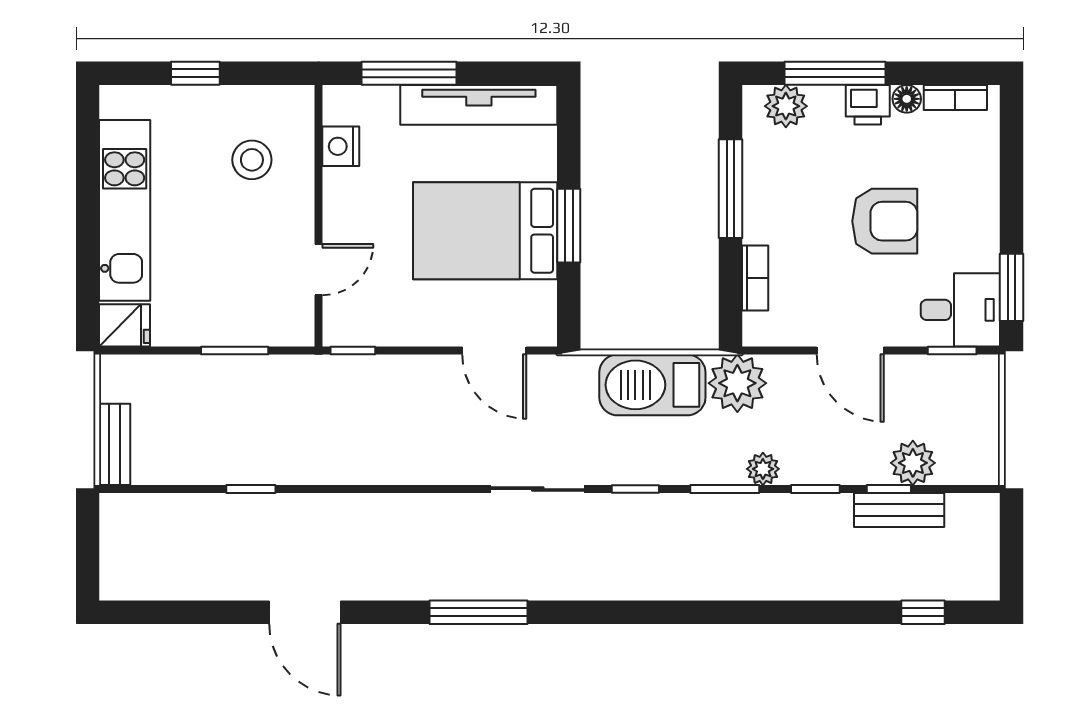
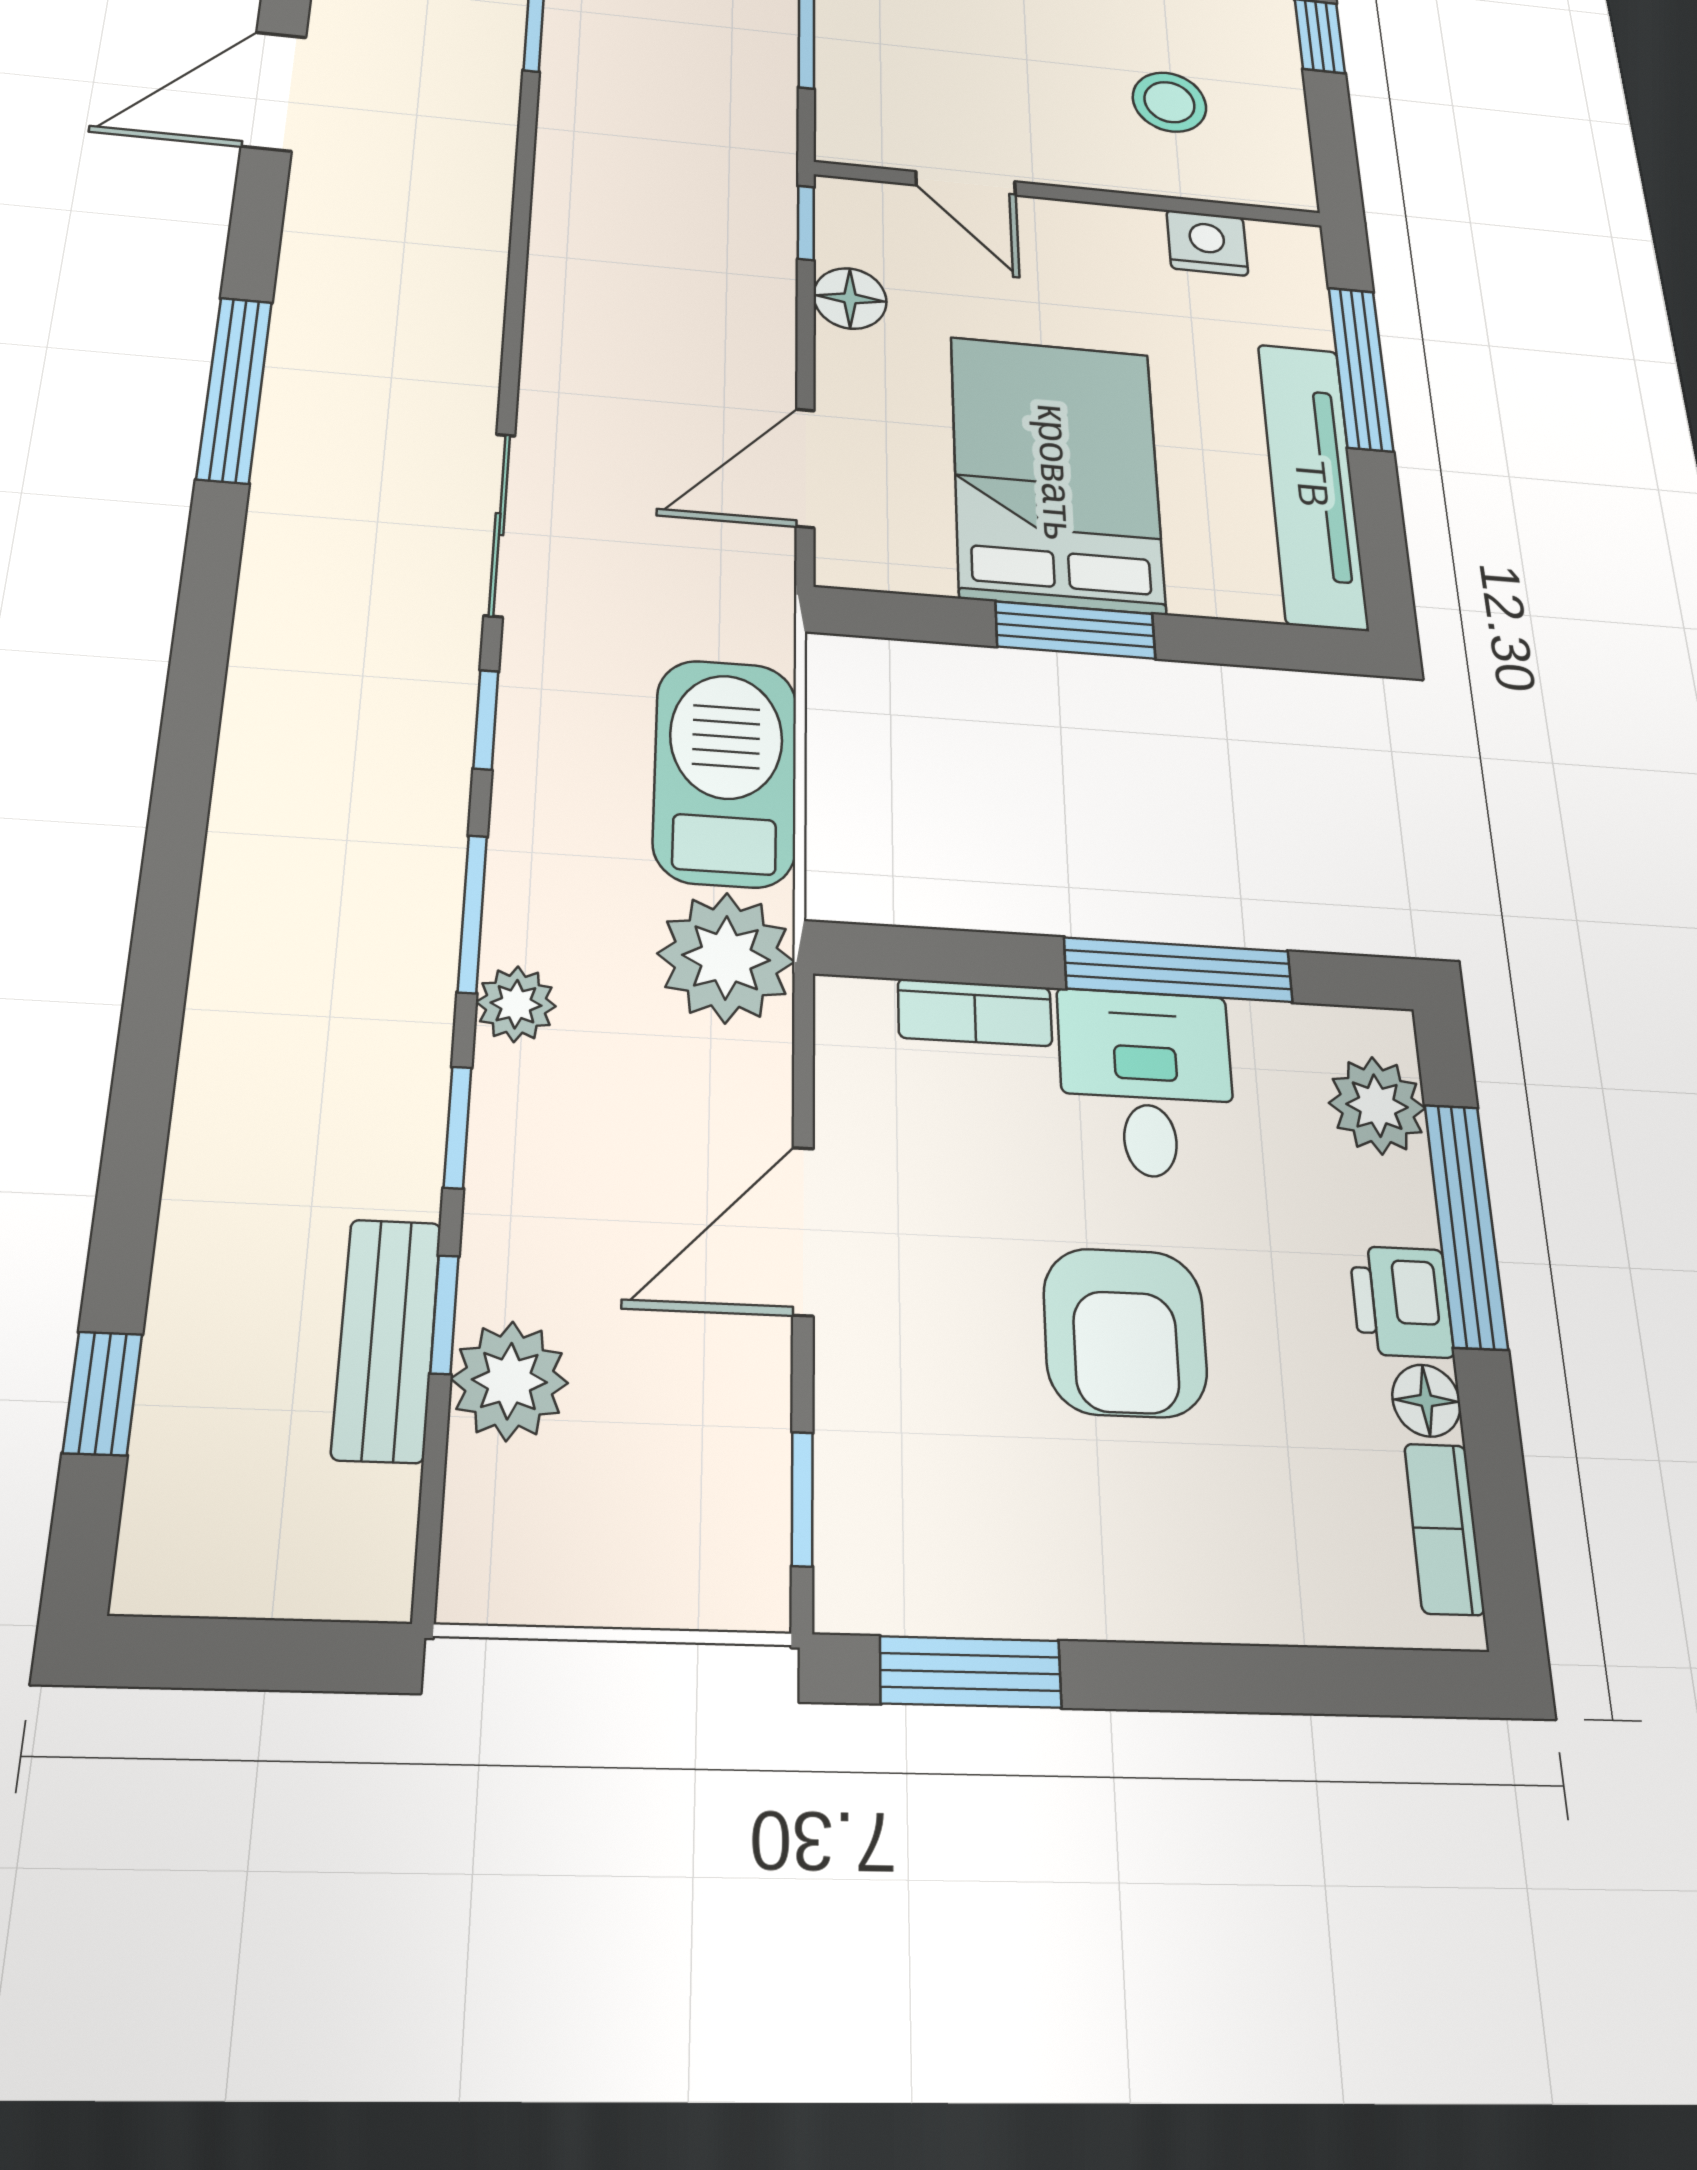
desk: (960, 310) -> (1147, 1083), moved, turned 180
floor lamp: (396, 329) -> (850, 298), added

